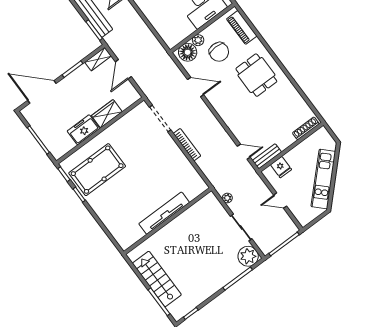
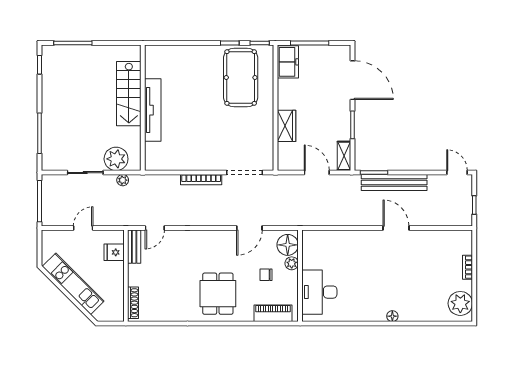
chair: (219, 52) -> (266, 275), width x0.54, depth x0.54
dining table: (256, 75) -> (218, 294), turned 90
door: (42, 92) -> (352, 80), hinge flipped
freezer: (83, 130) -> (288, 62), moved
plant: (248, 256) -> (116, 159), moved
stairs: (157, 279) -> (129, 94), moved, turned 90

